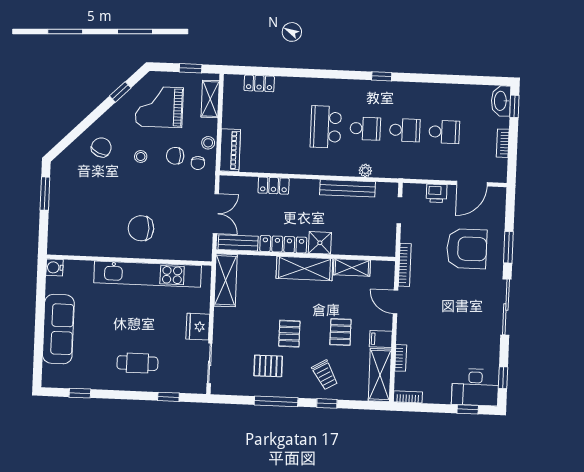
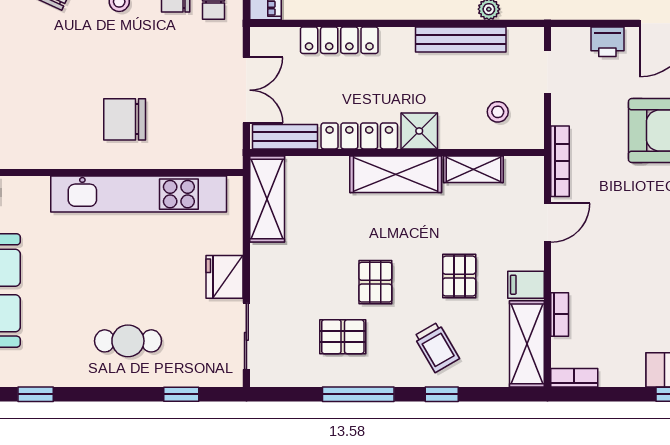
locker: (274, 186) -> (339, 40), width x1.53
stool: (368, 233) -> (498, 112), added
door: (396, 302) -> (548, 223), swing flipped

